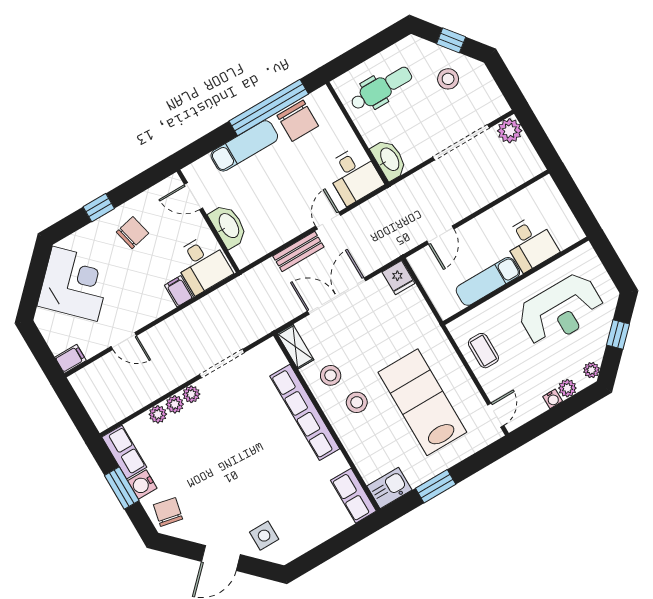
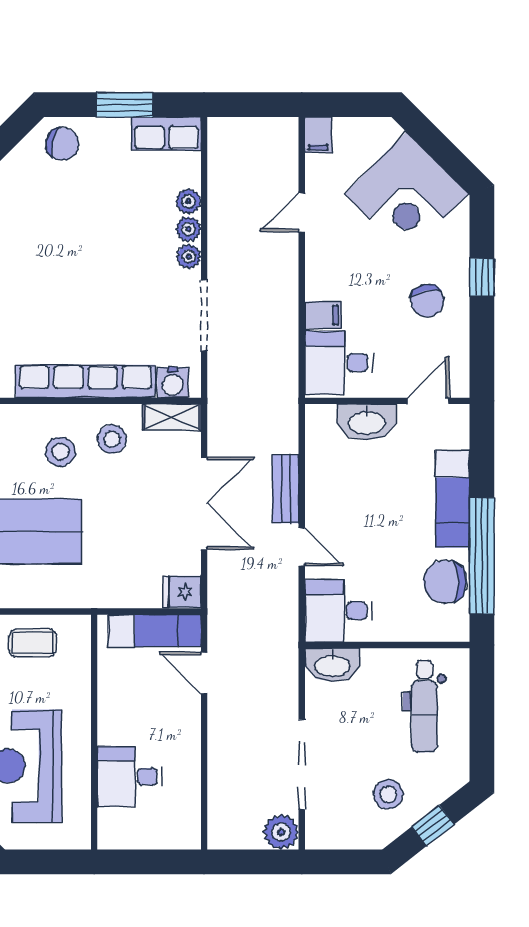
exam couch: (488, 281) -> (155, 631), moved, turned 90
water cooler: (142, 485) -> (173, 382), moved, turned 180

